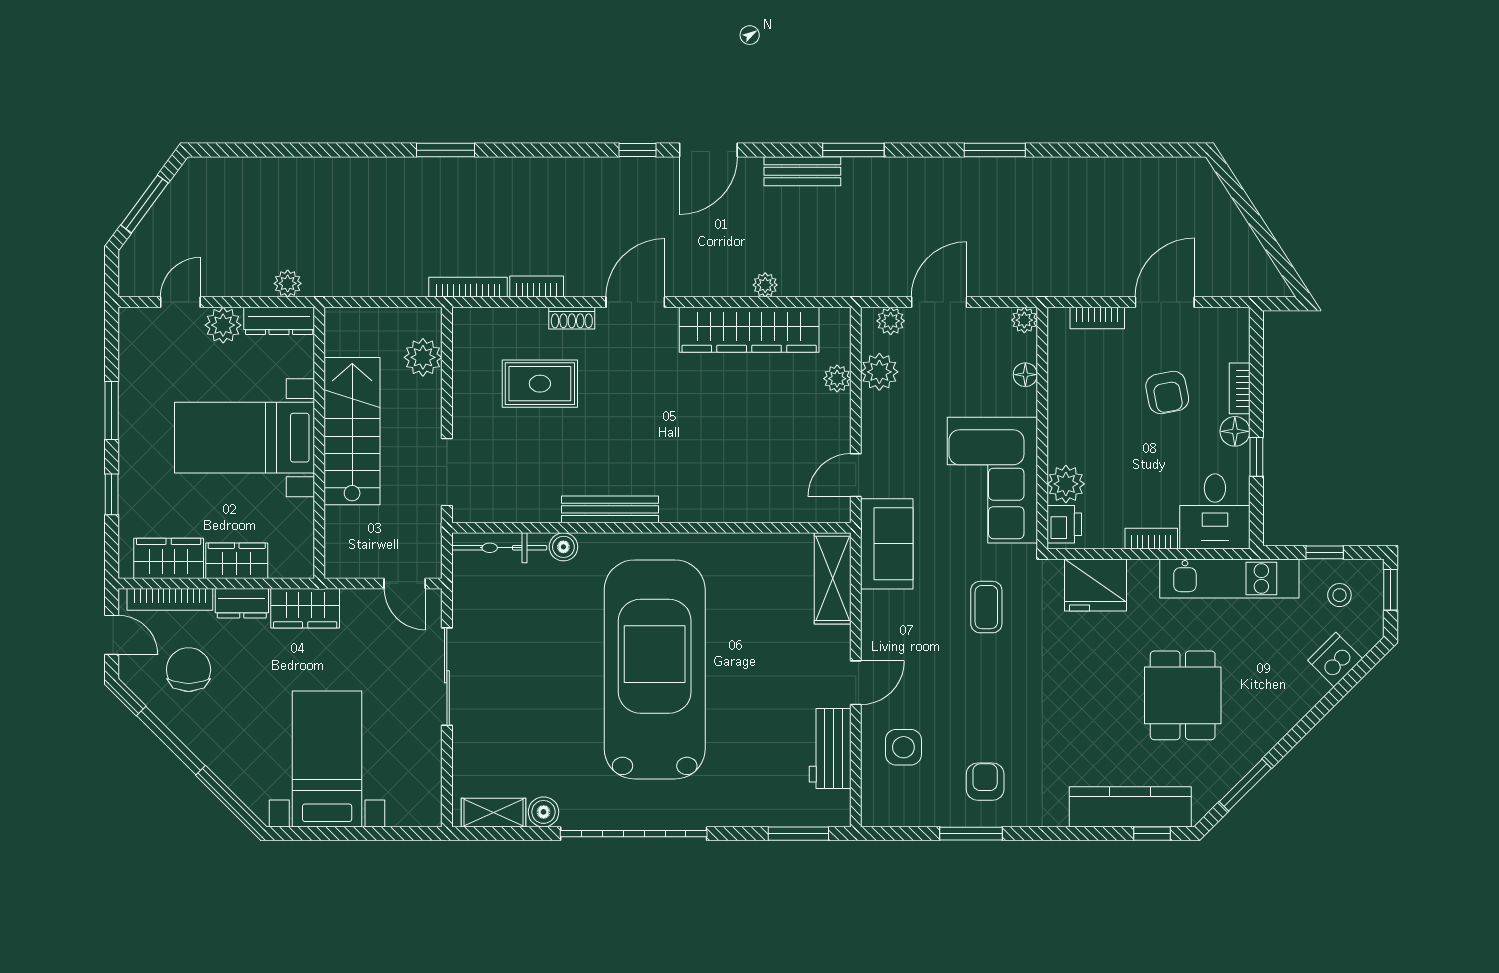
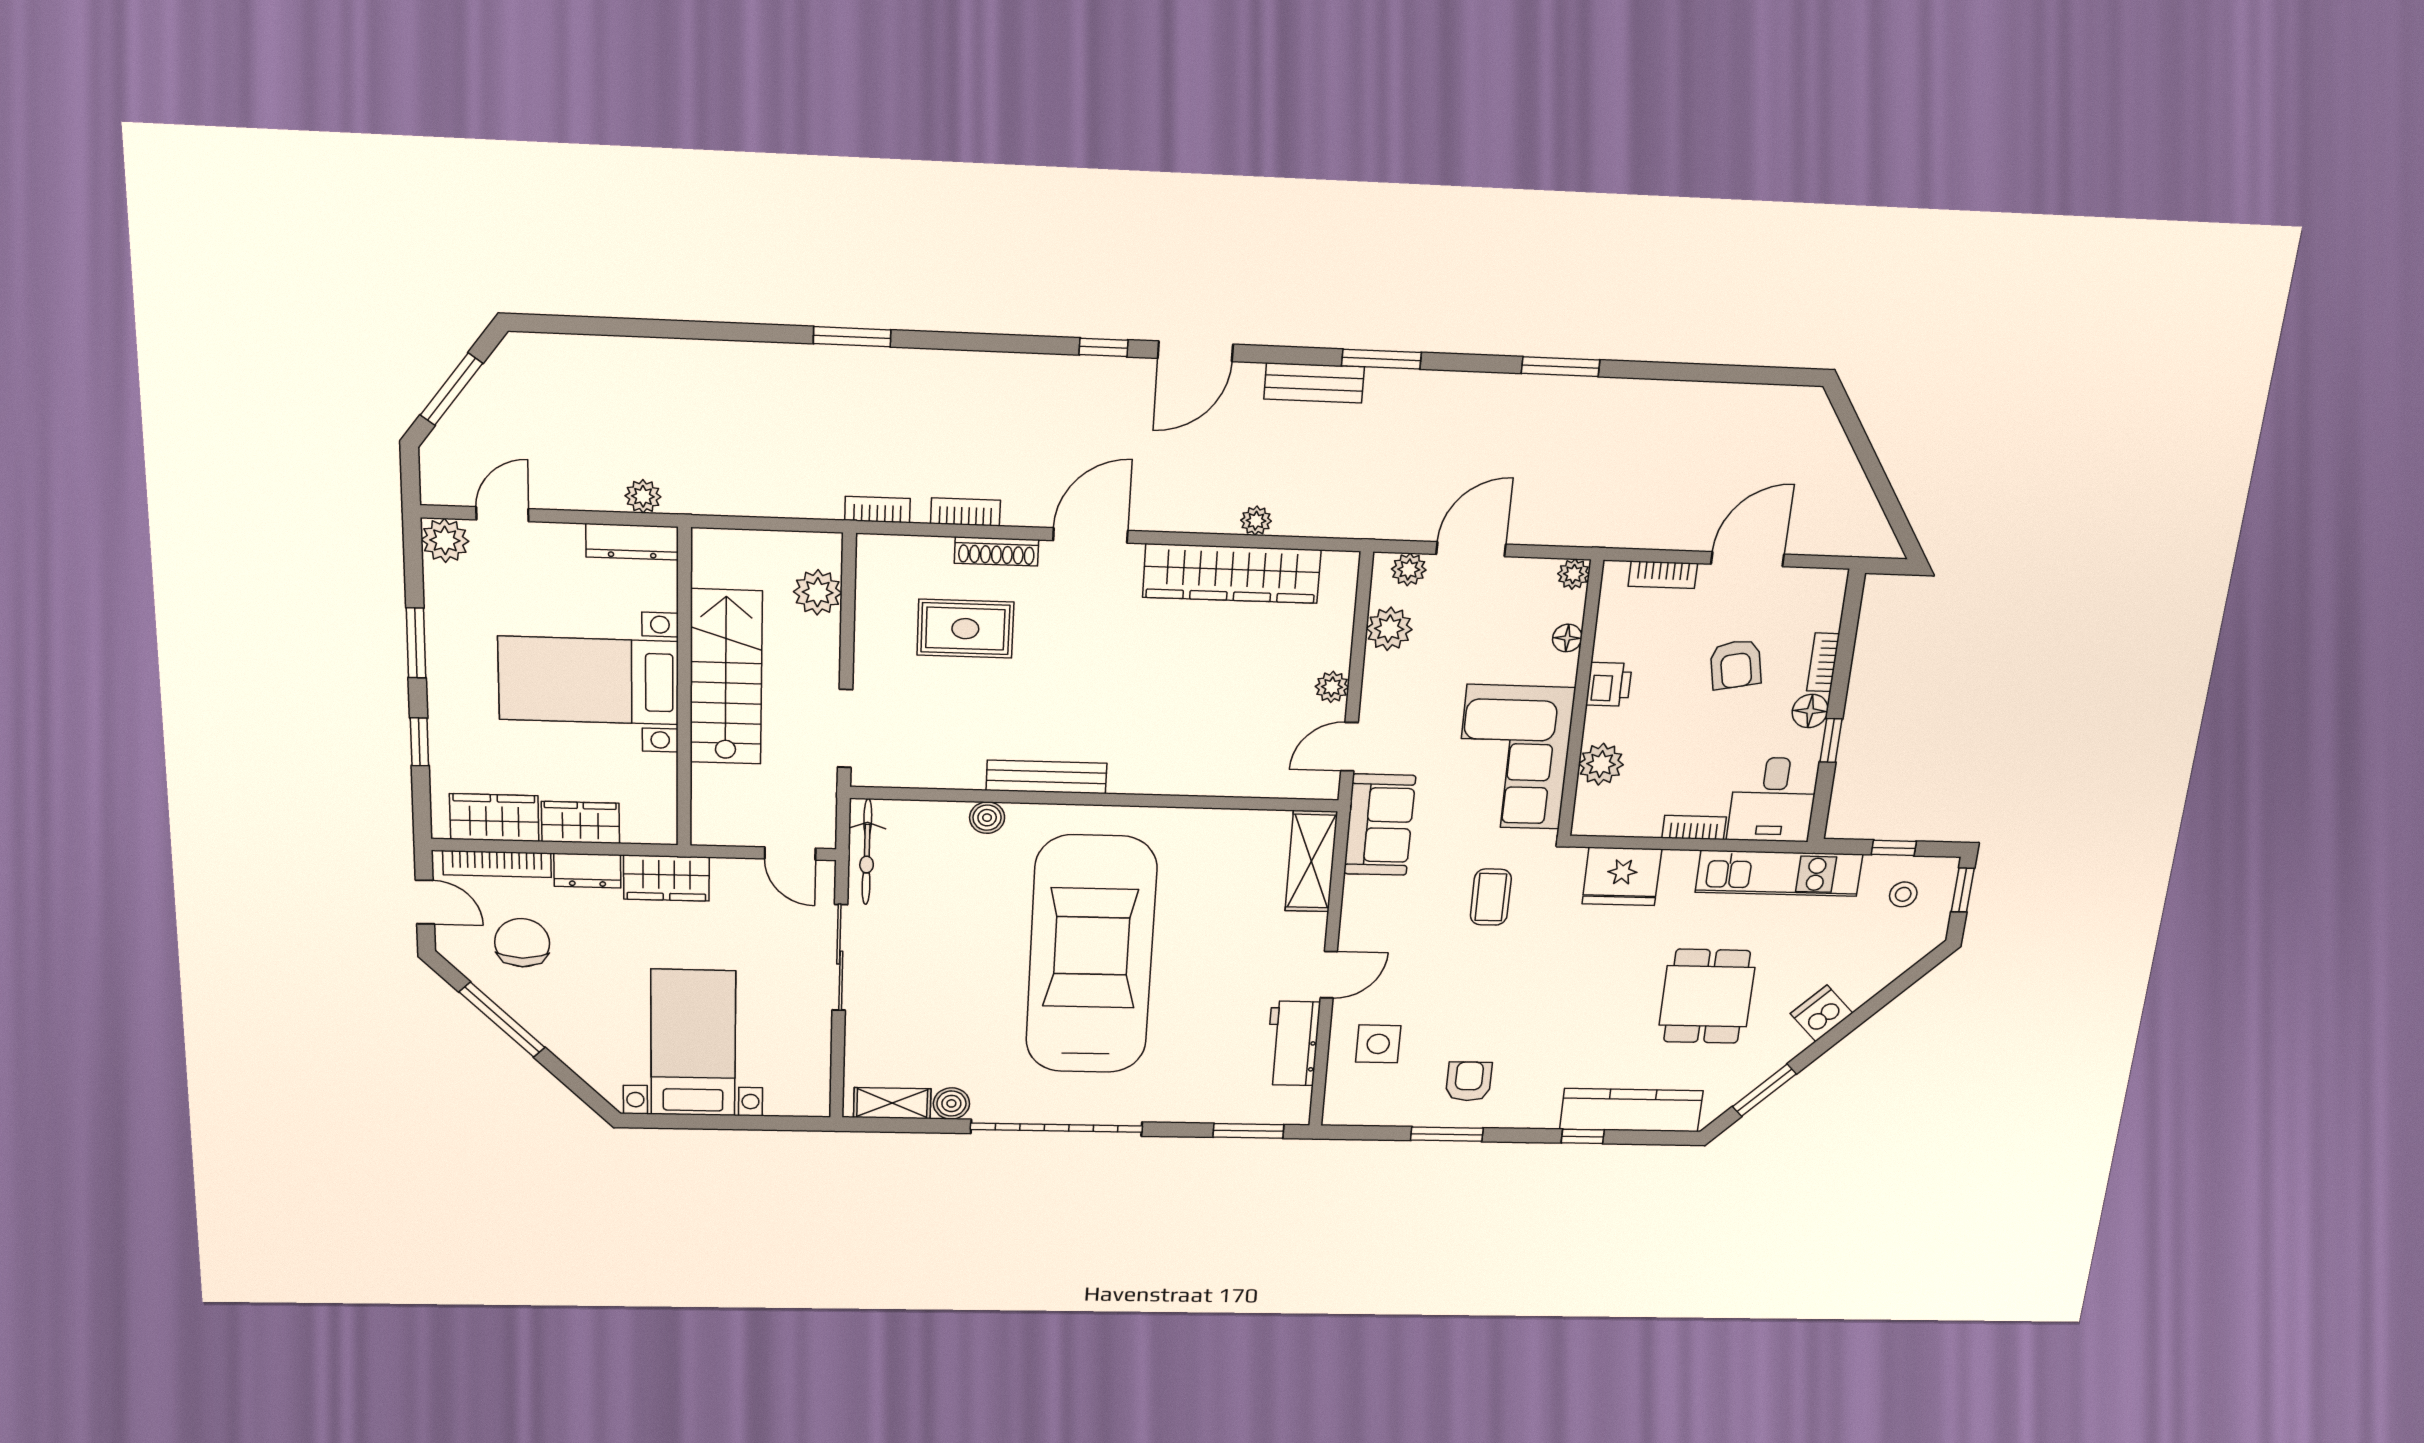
bookcase: (468, 287) -> (877, 510), width x0.64
shoe rack: (572, 318) -> (996, 551), width x1.43
plant: (223, 325) -> (445, 540), moved
plant: (837, 379) -> (1332, 687), moved
printer: (1064, 524) -> (1609, 684), moved
bicycle: (499, 548) -> (867, 852), moved, turned -90
dishwasher: (1335, 660) -> (1822, 1013), moved
window: (1152, 834) -> (1583, 1136), moved

